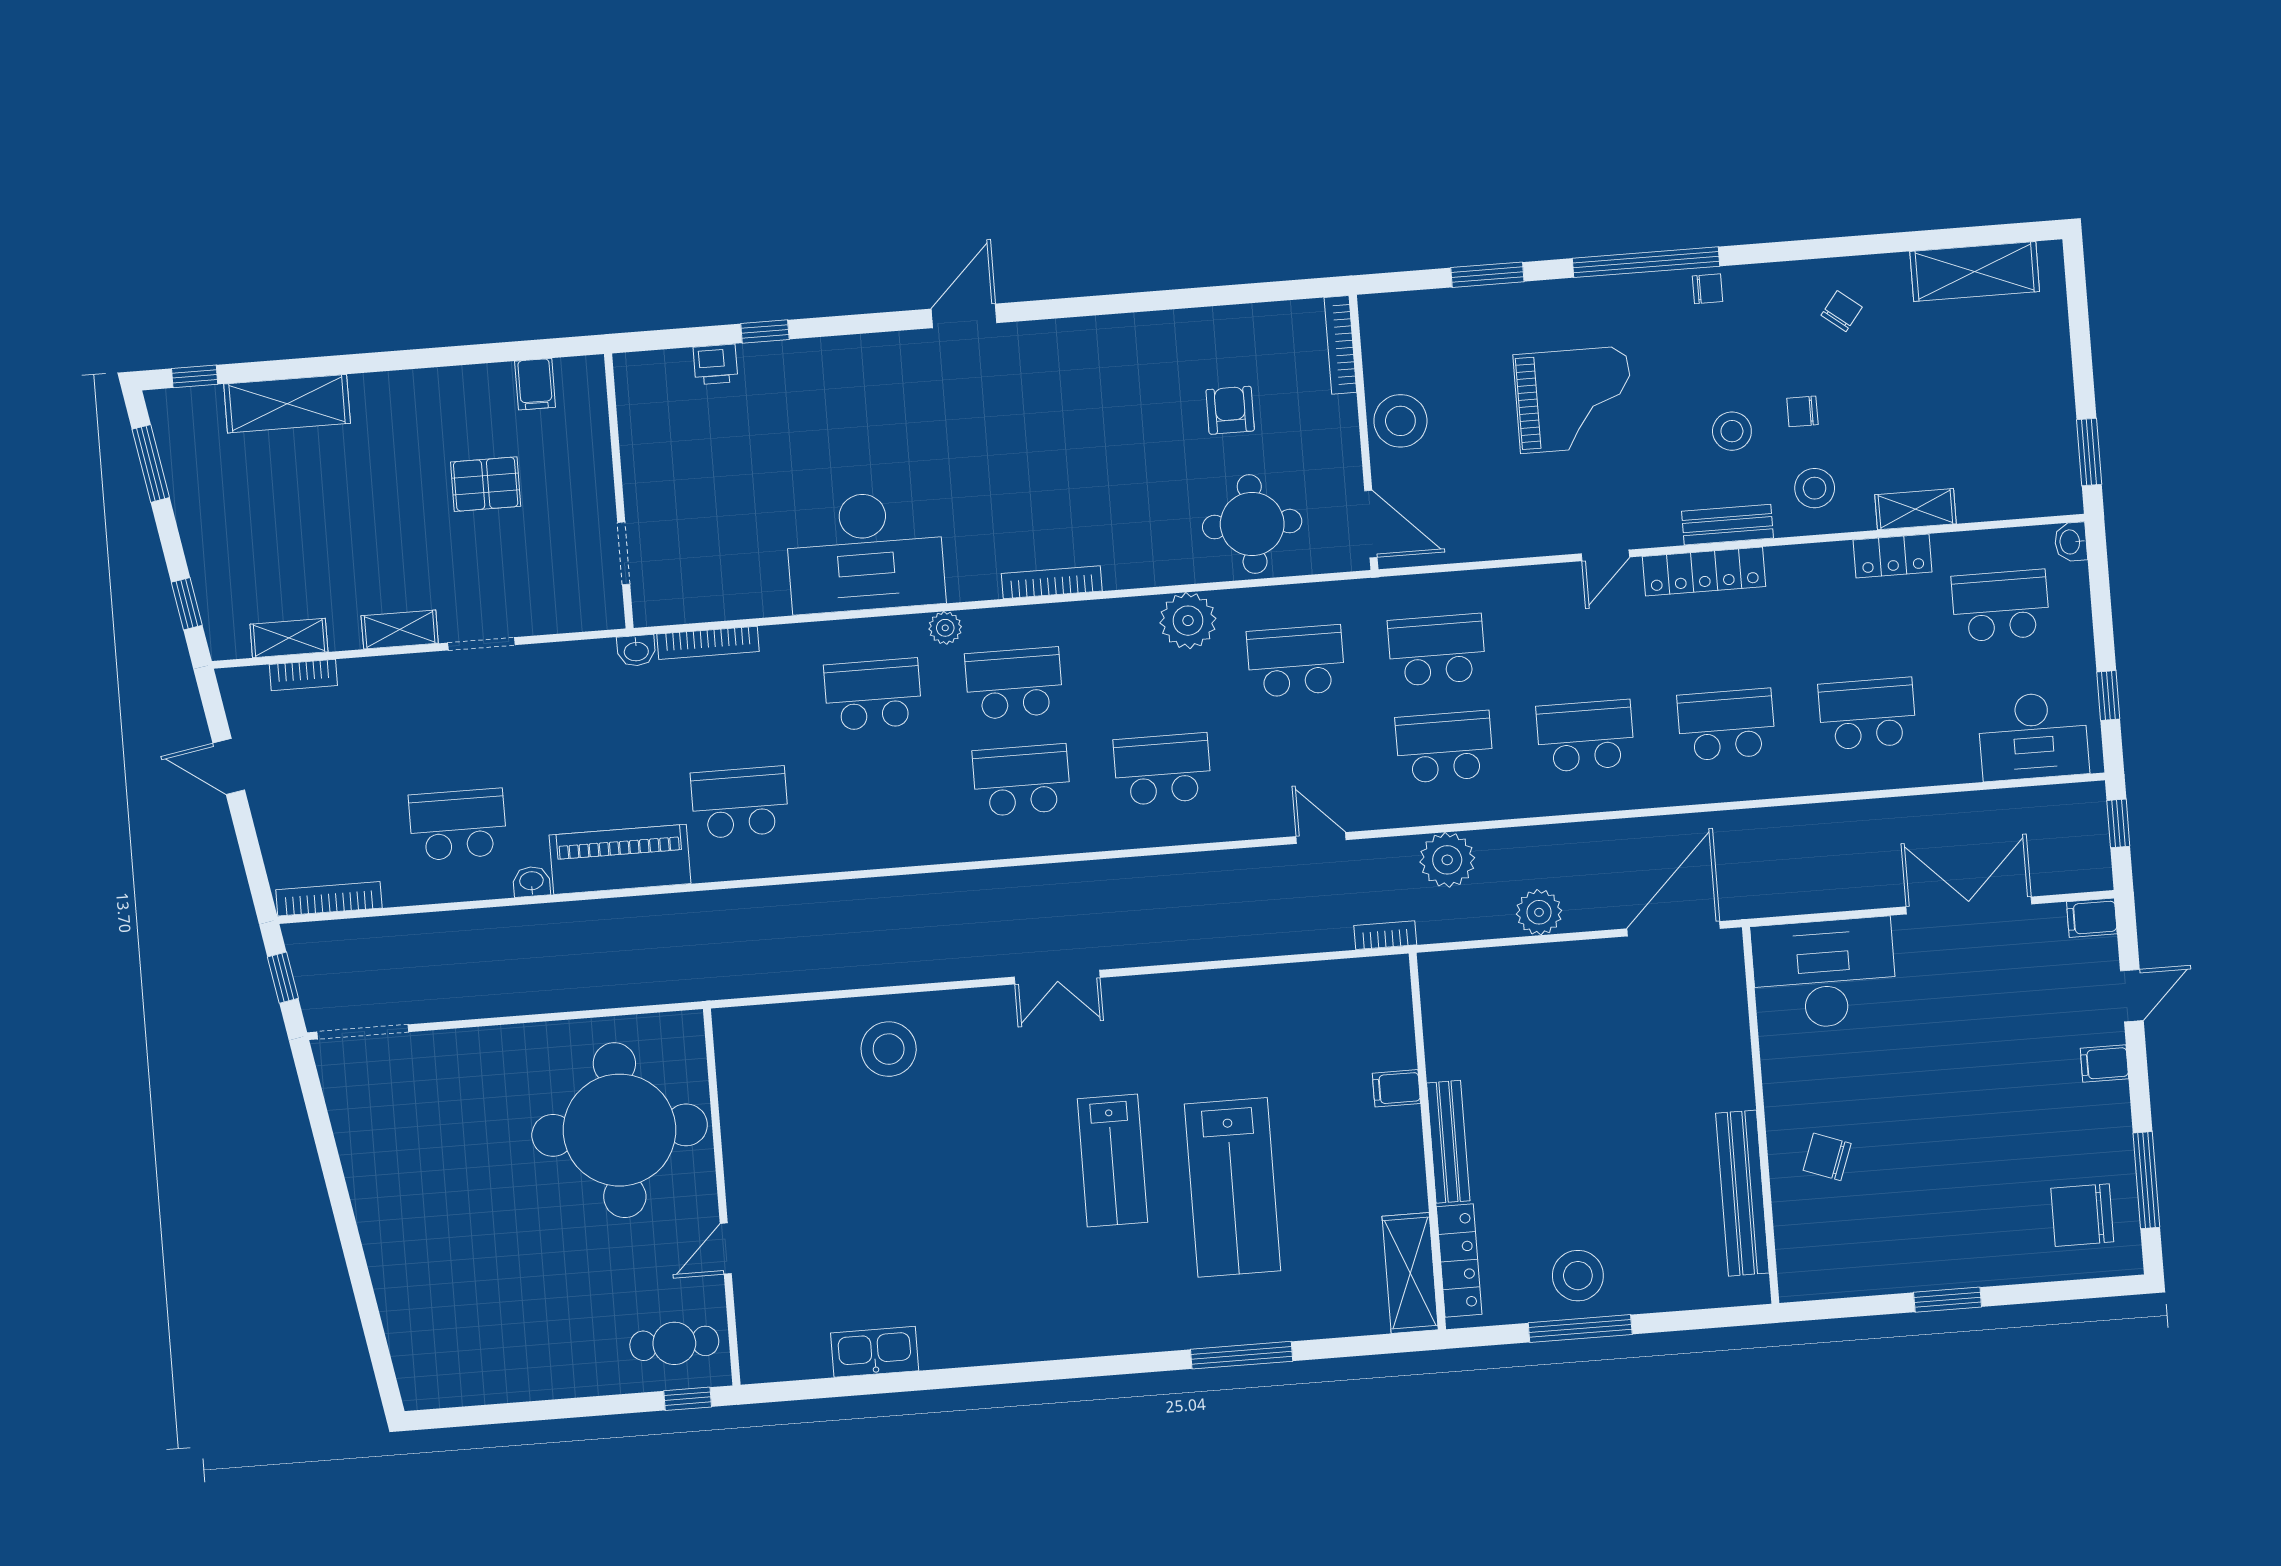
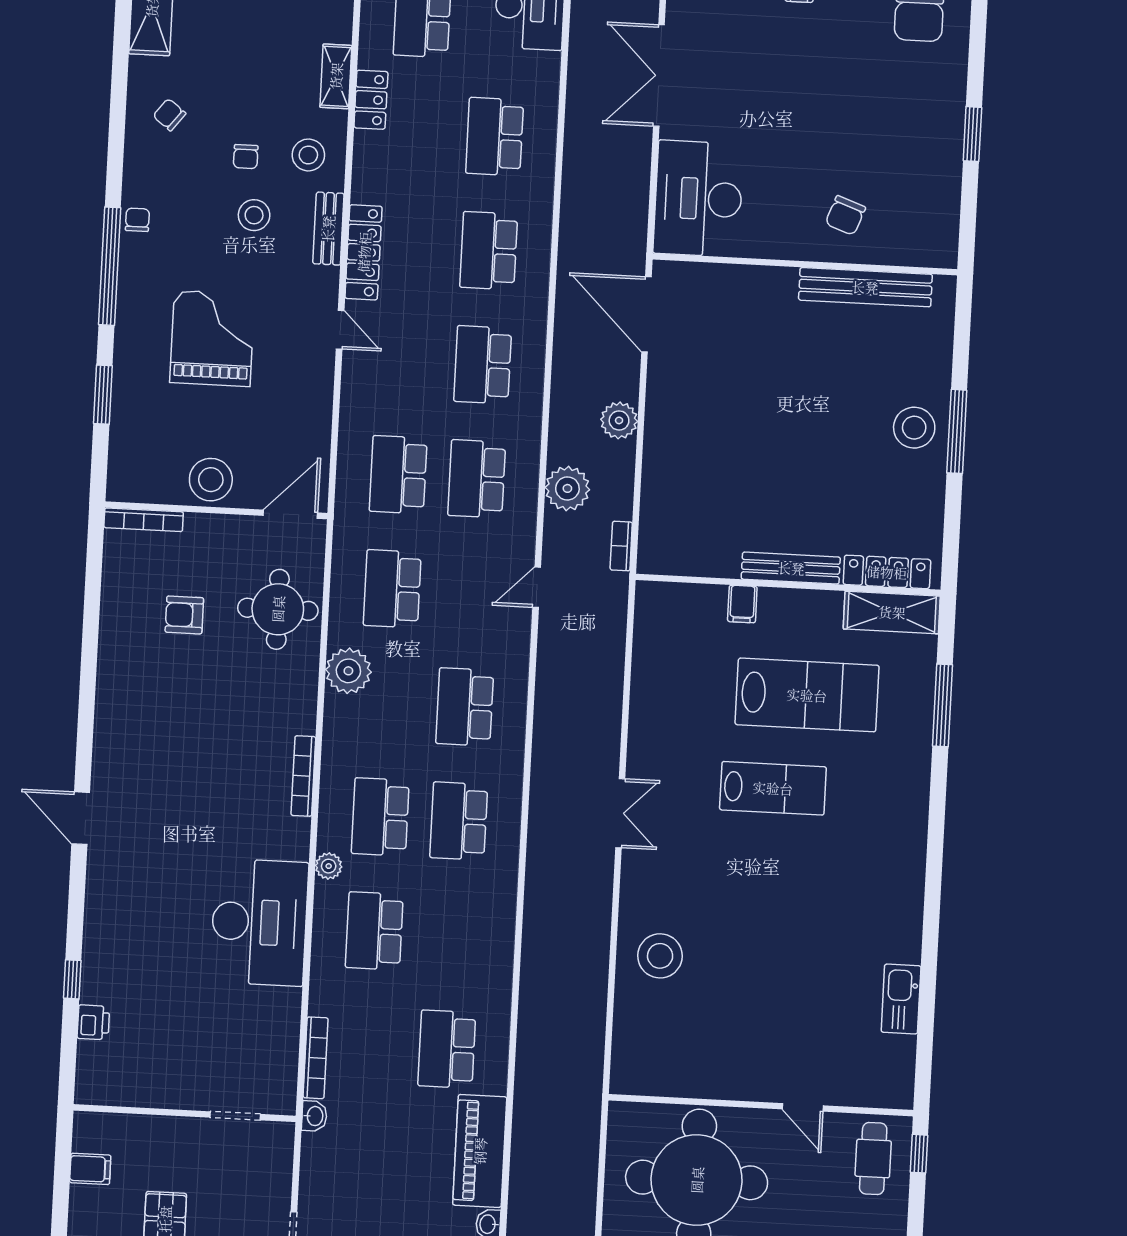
filing cabinet: (1396, 1088) -> (742, 604), moved
wall: (1427, 1141) -> (788, 585), moved
bench: (1448, 1142) -> (791, 568), moved
locker: (1459, 1260) -> (887, 572), moved
shelving: (1410, 1273) -> (892, 612), moved

